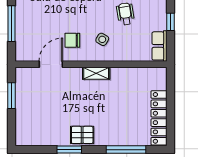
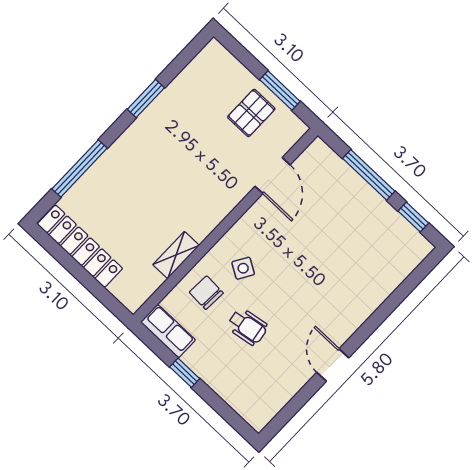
chair: (72, 40) -> (206, 293), moved, turned -87
shelving: (96, 73) -> (176, 255), moved
pallet: (82, 135) -> (251, 113), moved

